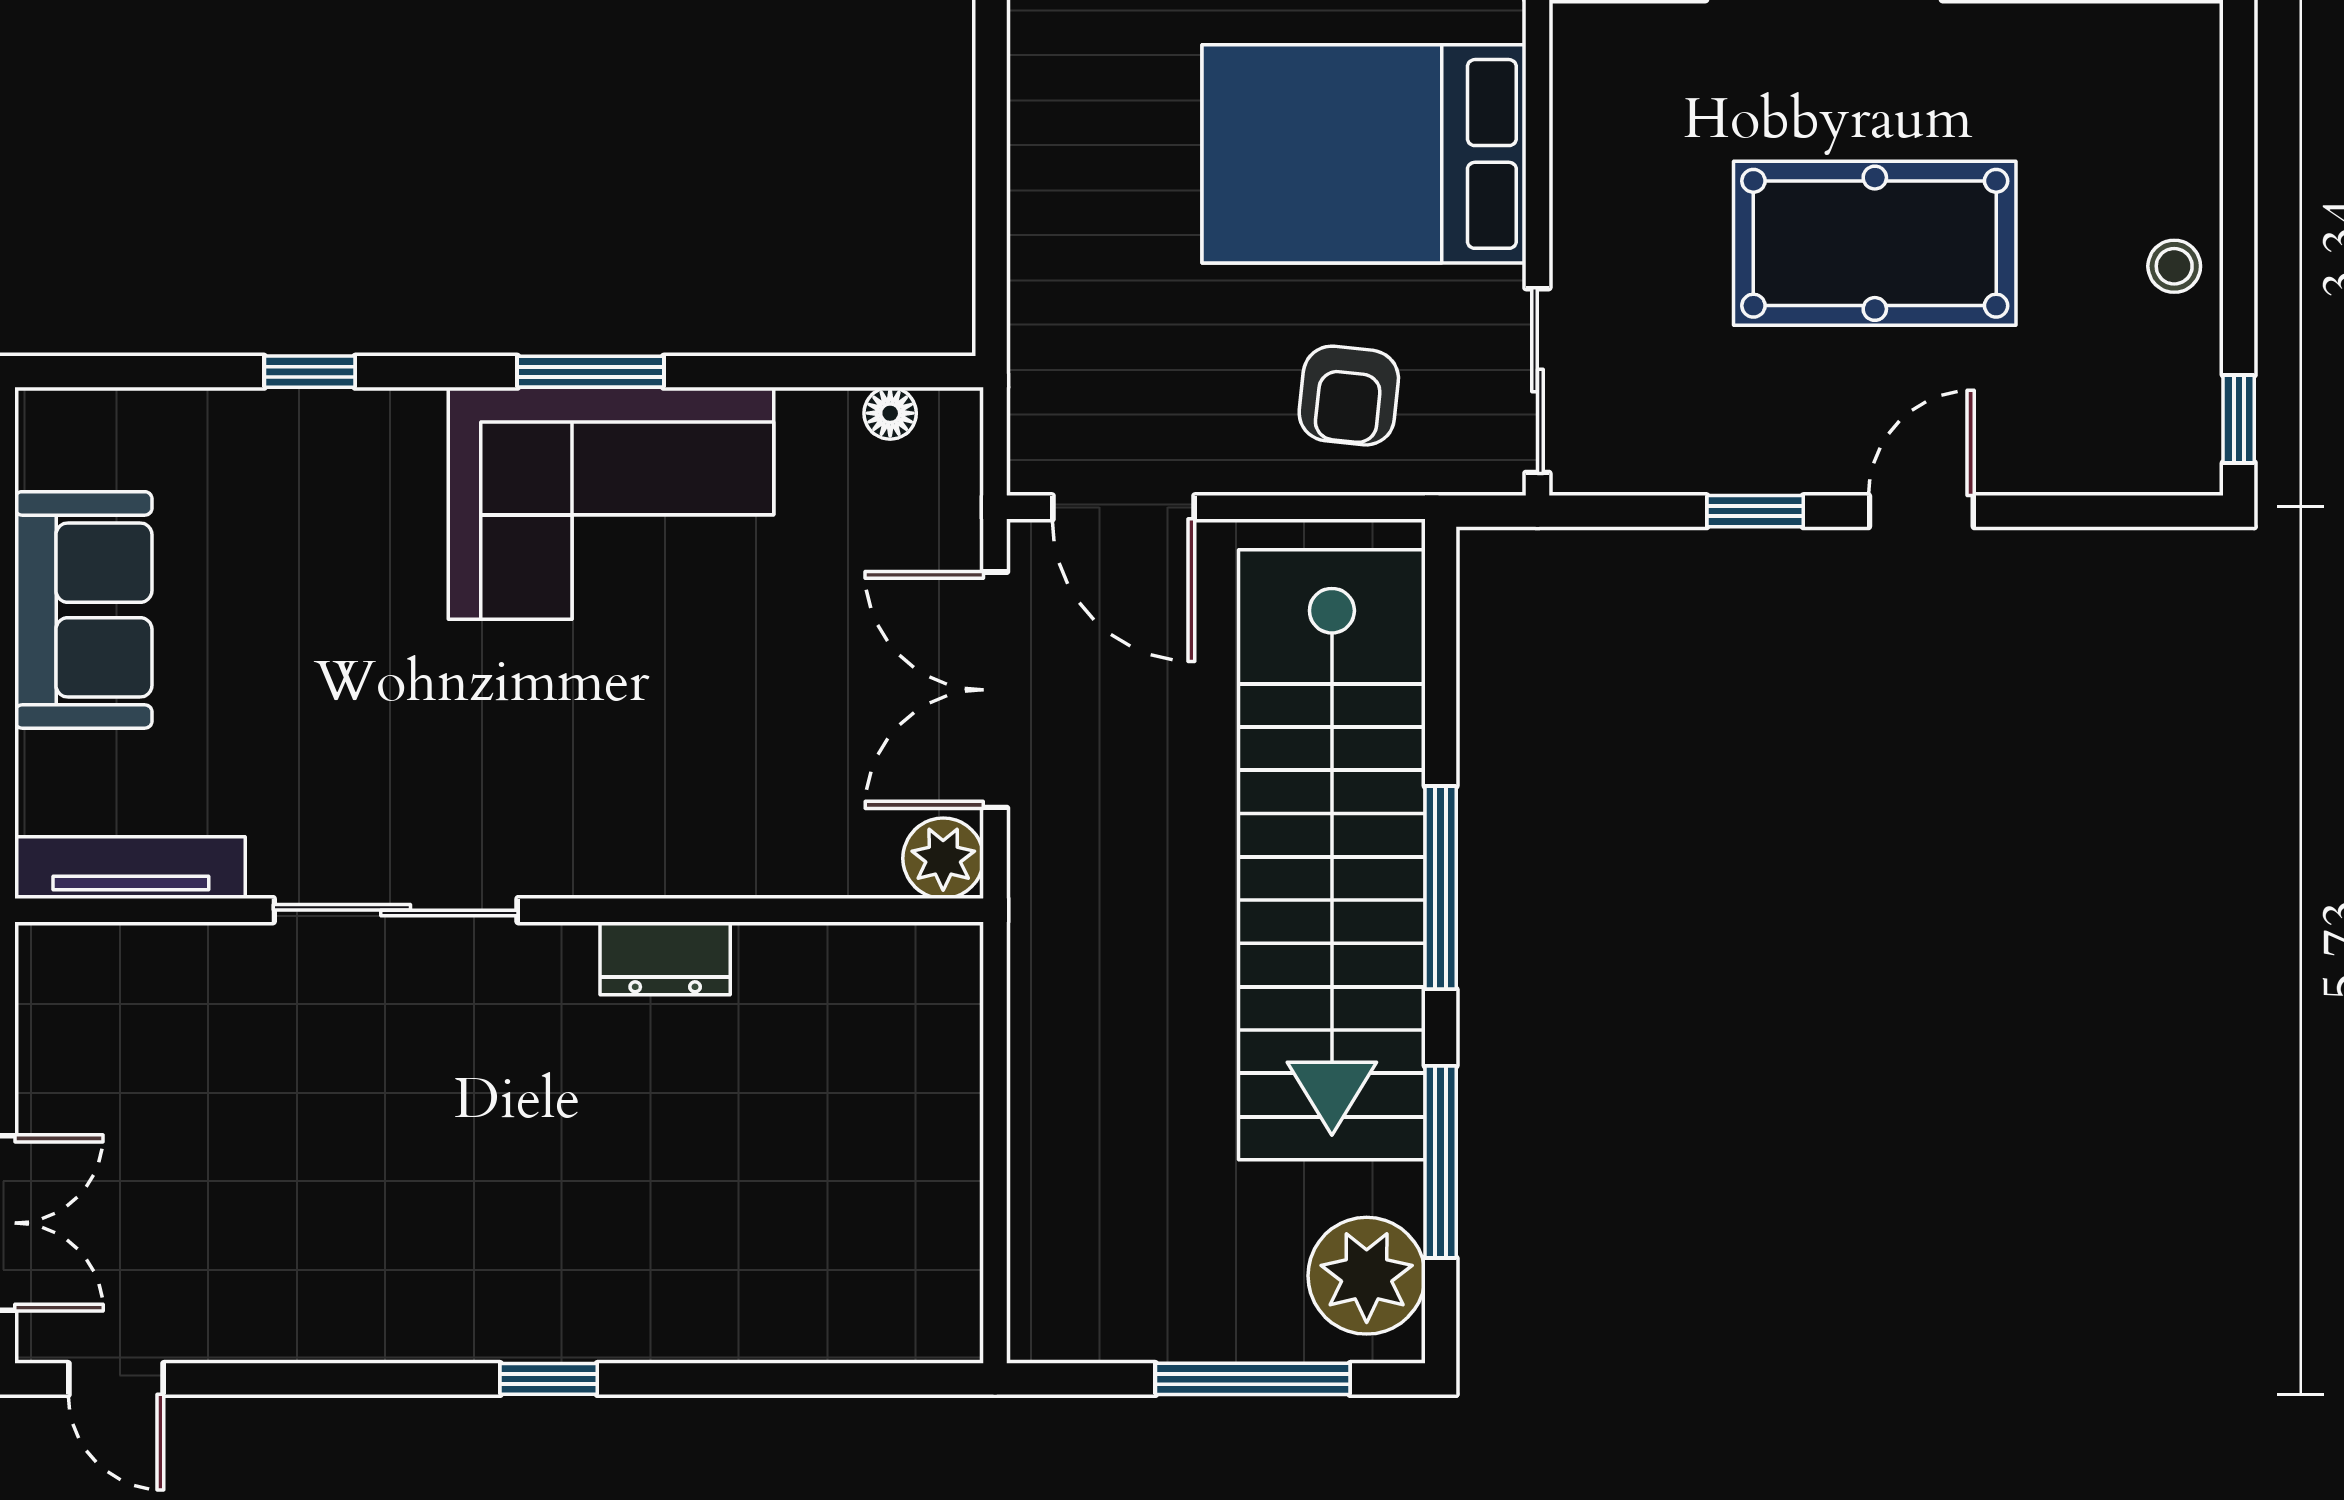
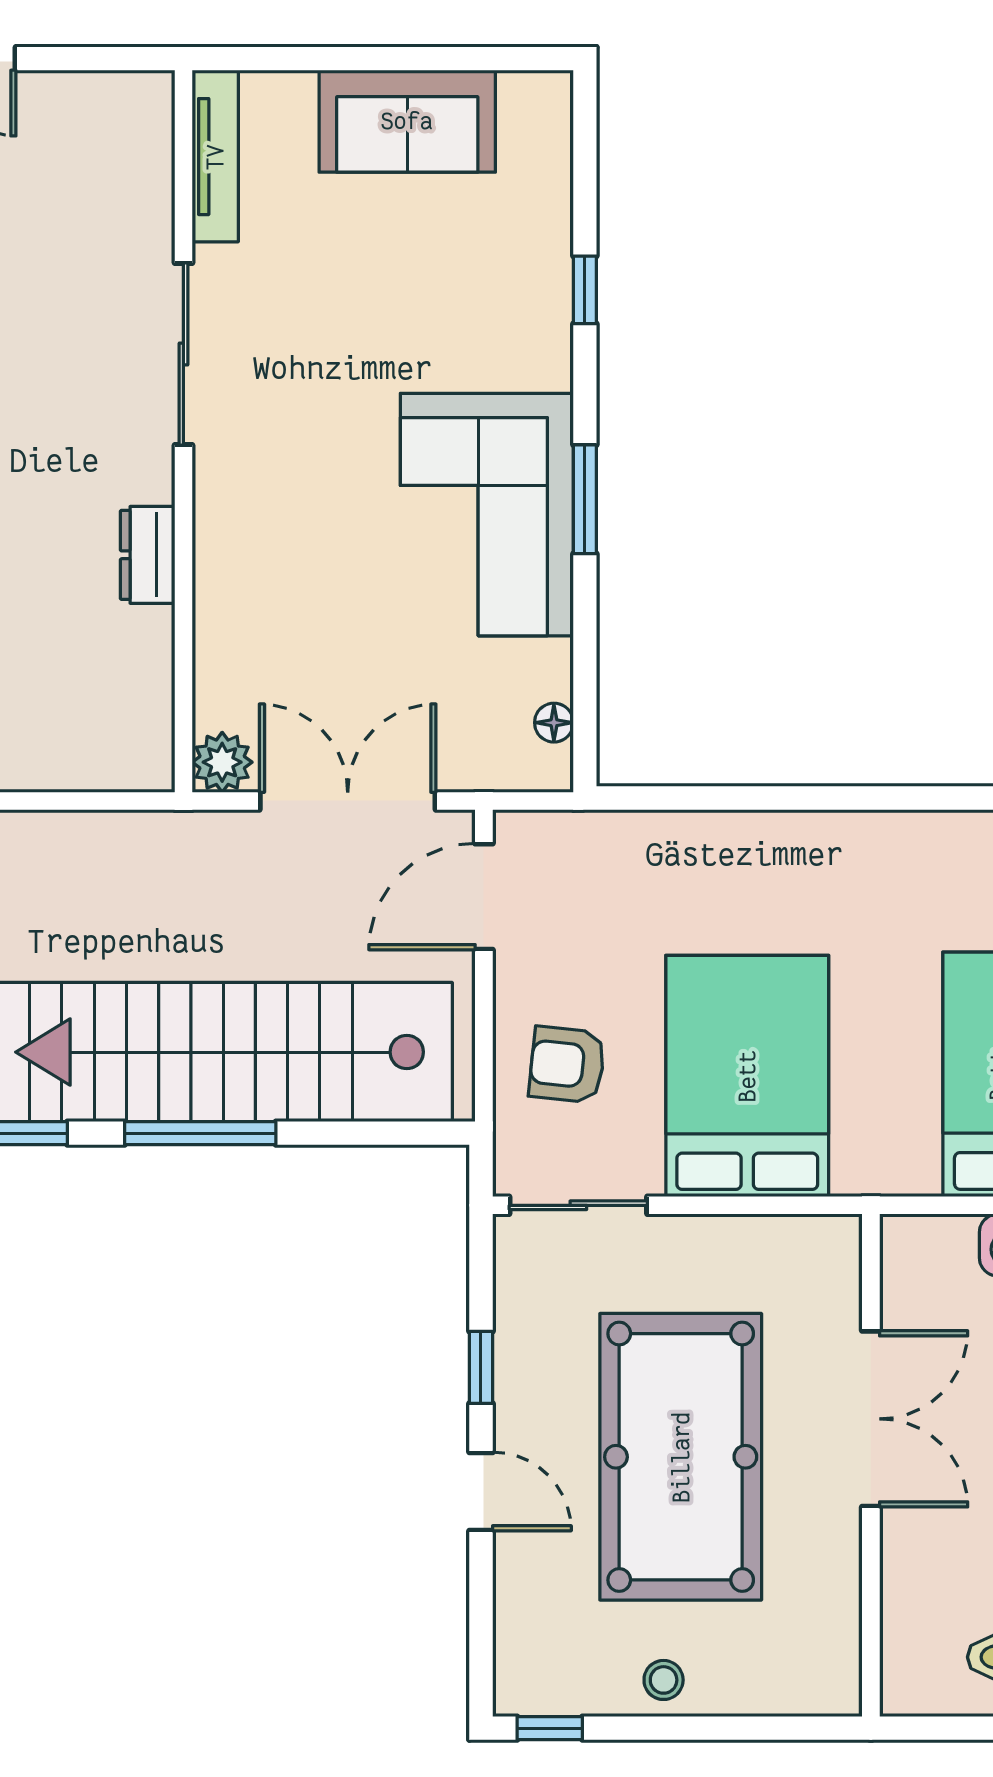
pool table: (1875, 243) -> (681, 1457), width x1.36, depth x1.32

